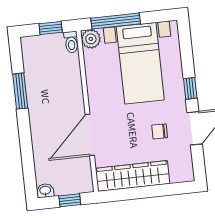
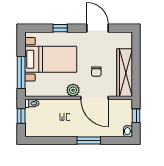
plant: (91, 39) -> (73, 90), moved
window: (190, 88) -> (60, 28), moved
window: (20, 91) -> (89, 141), moved
chair: (160, 131) -> (96, 72), moved

